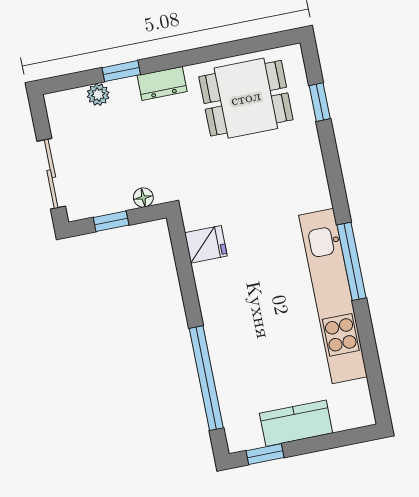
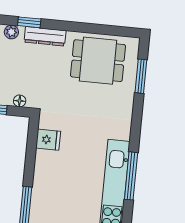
dresser: (162, 83) -> (45, 36), width x1.44
window: (320, 102) -> (141, 76), width x1.50

